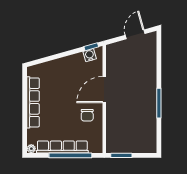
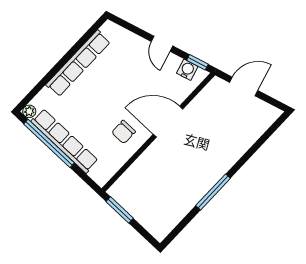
door: (135, 34) -> (244, 86), moved
door: (65, 54) -> (162, 44), added
window: (70, 155) -> (49, 143), moved

